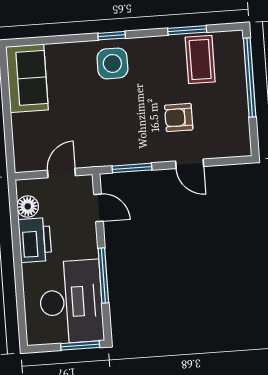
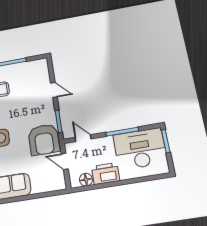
armchair: (179, 117) -> (44, 140), moved, width x1.88, depth x1.88
door: (190, 164) -> (54, 90), hinge flipped
door: (98, 208) -> (83, 138), hinge flipped

